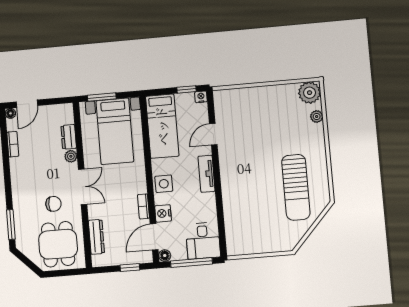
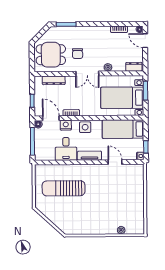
plant: (310, 93) -> (137, 227), removed
dresser: (69, 137) -> (134, 67), moved
sun lounger: (296, 187) -> (64, 188), moved
desk: (203, 241) -> (66, 149), moved, turned -90

